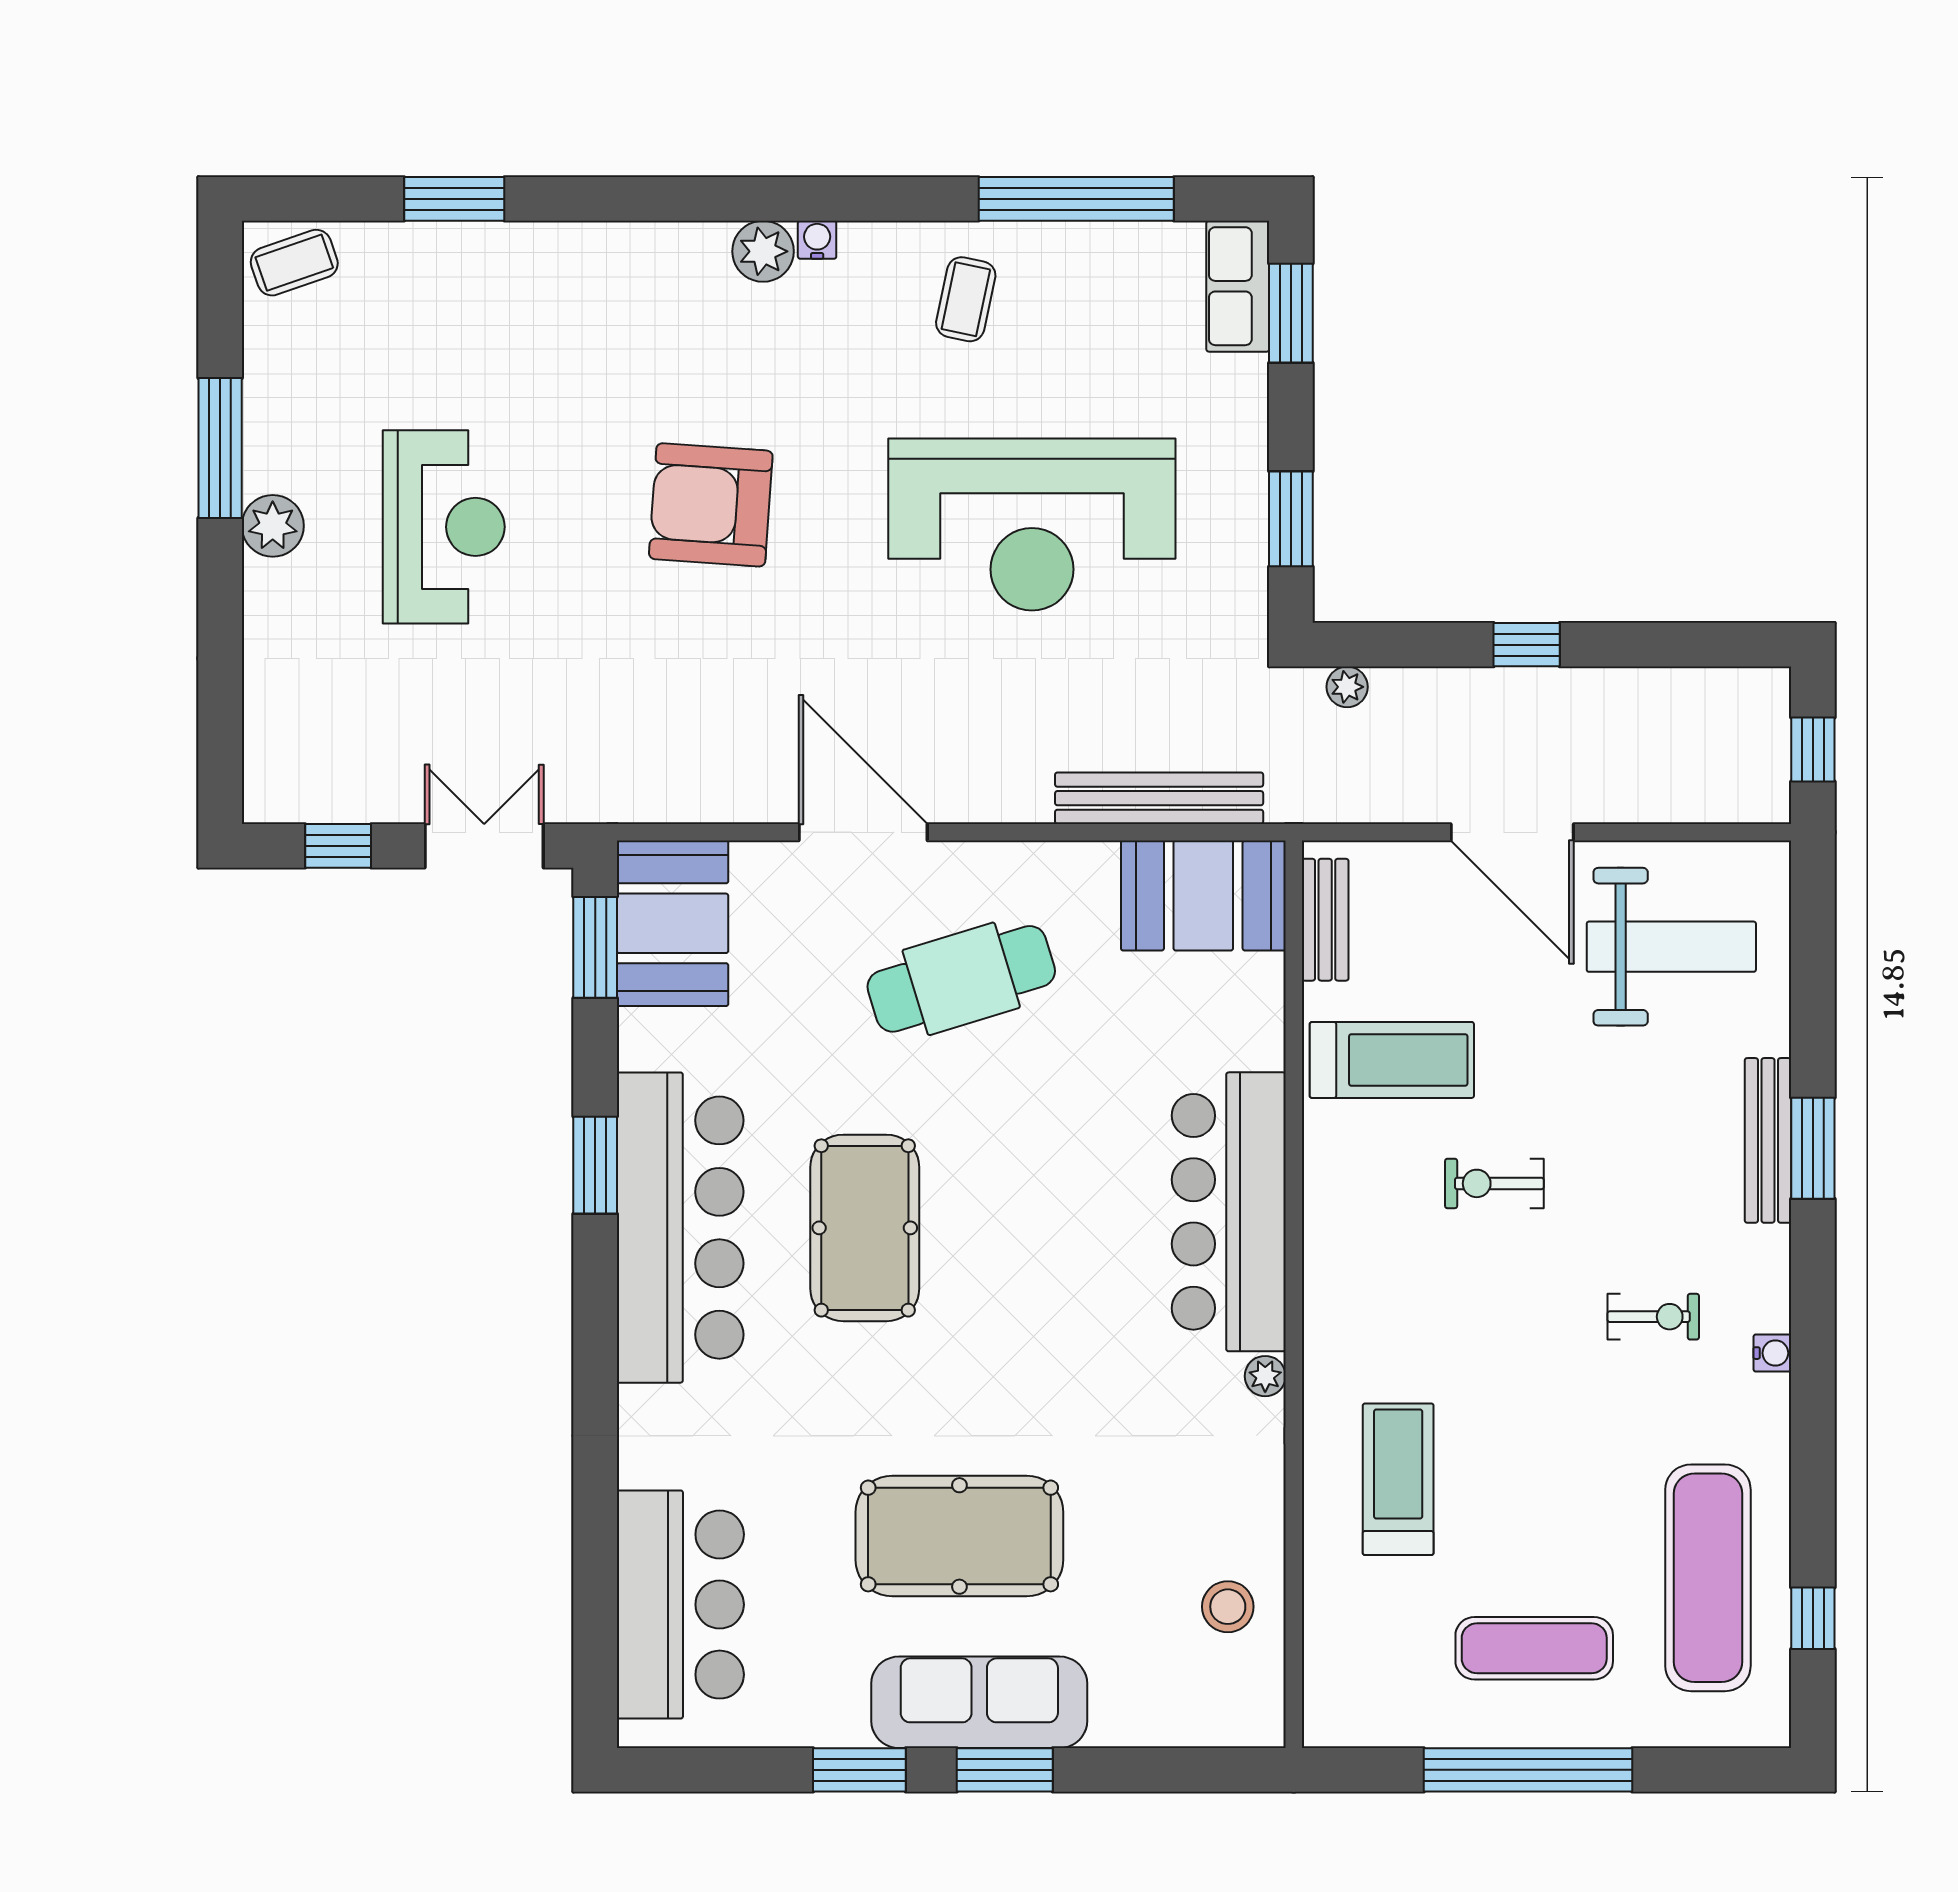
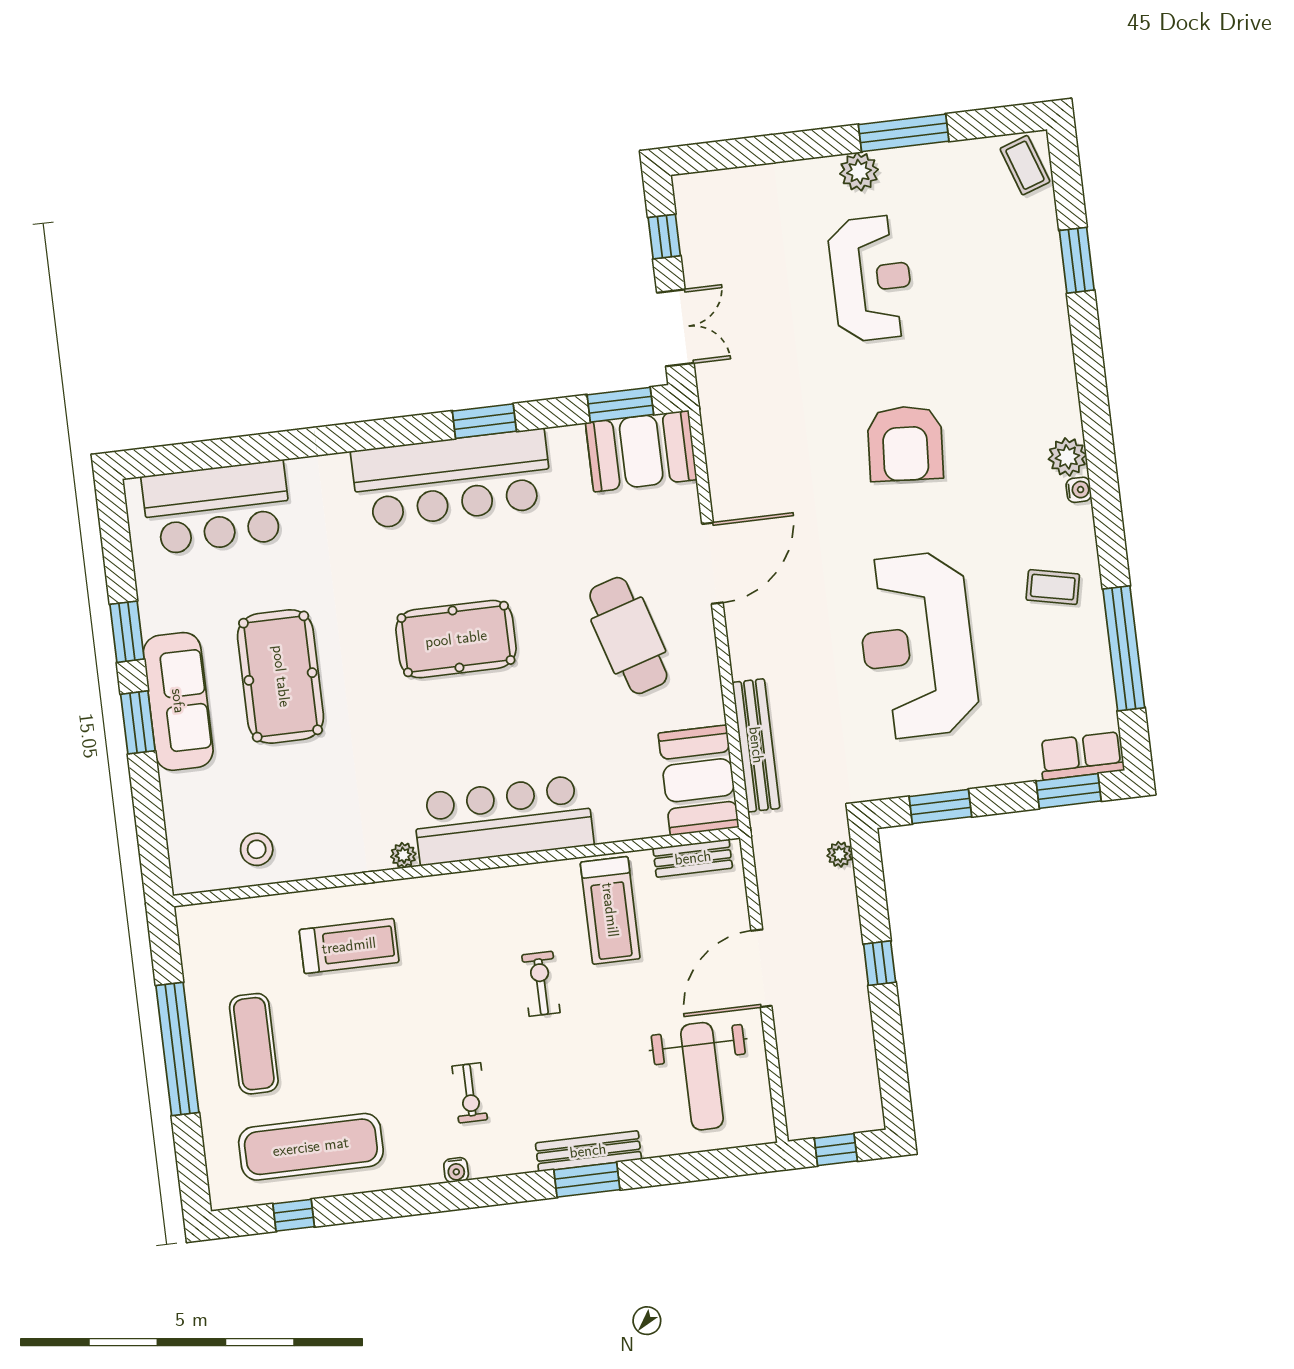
armchair: (711, 505) -> (905, 443), turned 180
reception desk: (444, 527) -> (871, 278), turned -90
pool table: (865, 1228) -> (456, 639), moved

